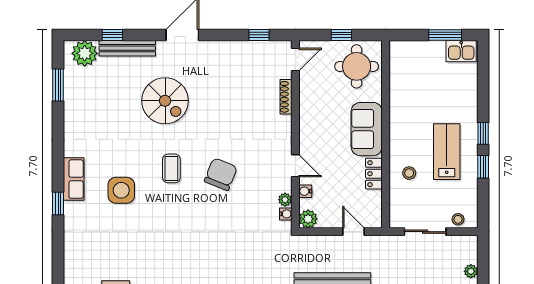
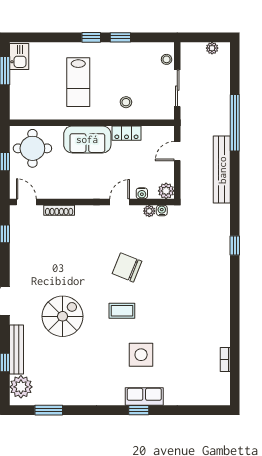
lab bench: (447, 152) -> (78, 82), moved, turned -90
row of seats: (74, 179) -> (144, 396), moved
window: (58, 204) -> (139, 410), moved

